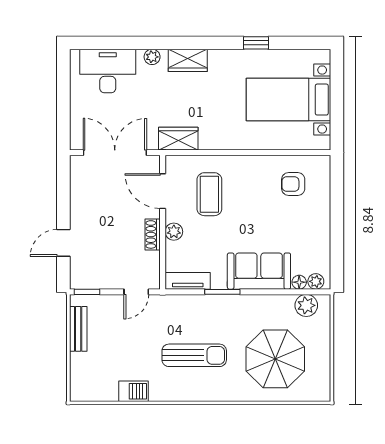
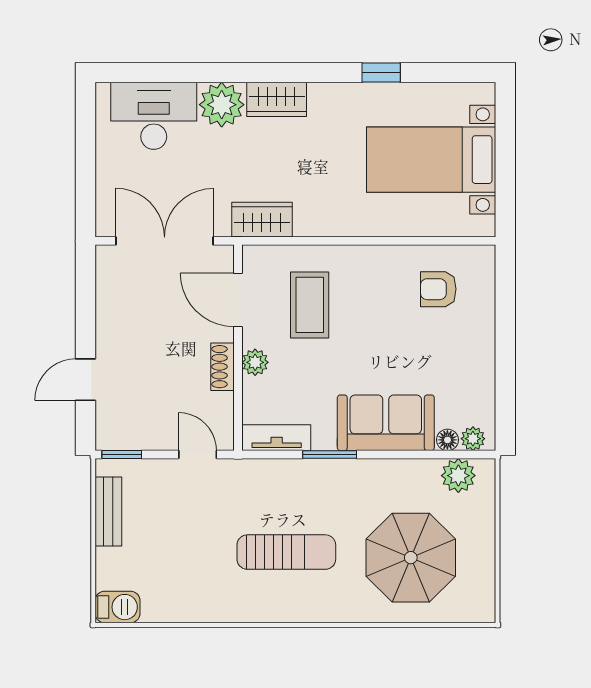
plant: (152, 57) -> (222, 105), width x1.87, depth x1.87
door: (136, 292) -> (198, 455), swing flipped
barbecue: (133, 391) -> (118, 607), moved

